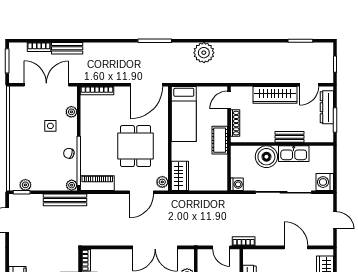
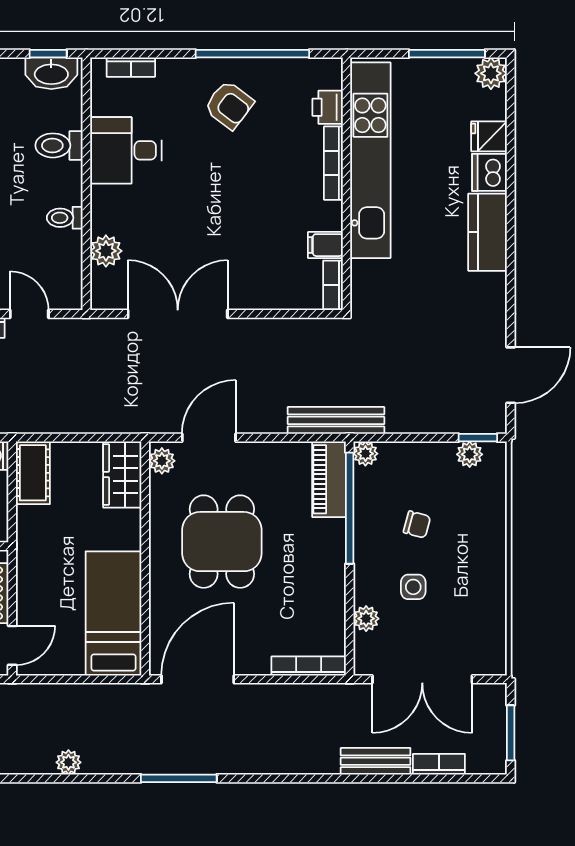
plant: (204, 53) -> (68, 762), width x0.53, depth x0.53
cot: (220, 140) -> (33, 473), moved
chair: (69, 153) -> (417, 525), moved
piano: (97, 183) -> (329, 479), moved, turned 90
bench: (65, 200) -> (336, 420), moved

